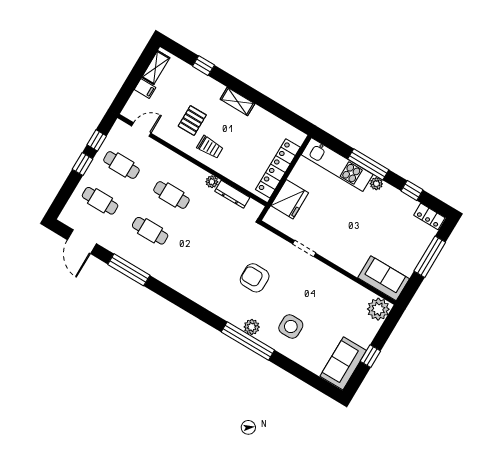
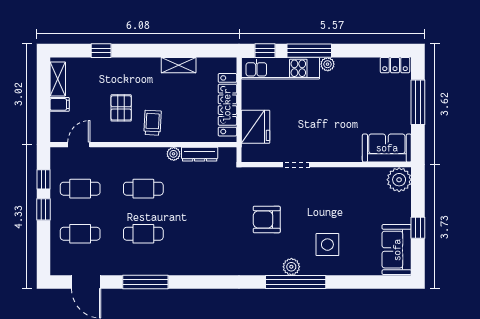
shelving: (237, 102) -> (179, 65), moved
trolley: (210, 147) -> (153, 123), turned -87
window: (412, 190) -> (265, 51), moved

